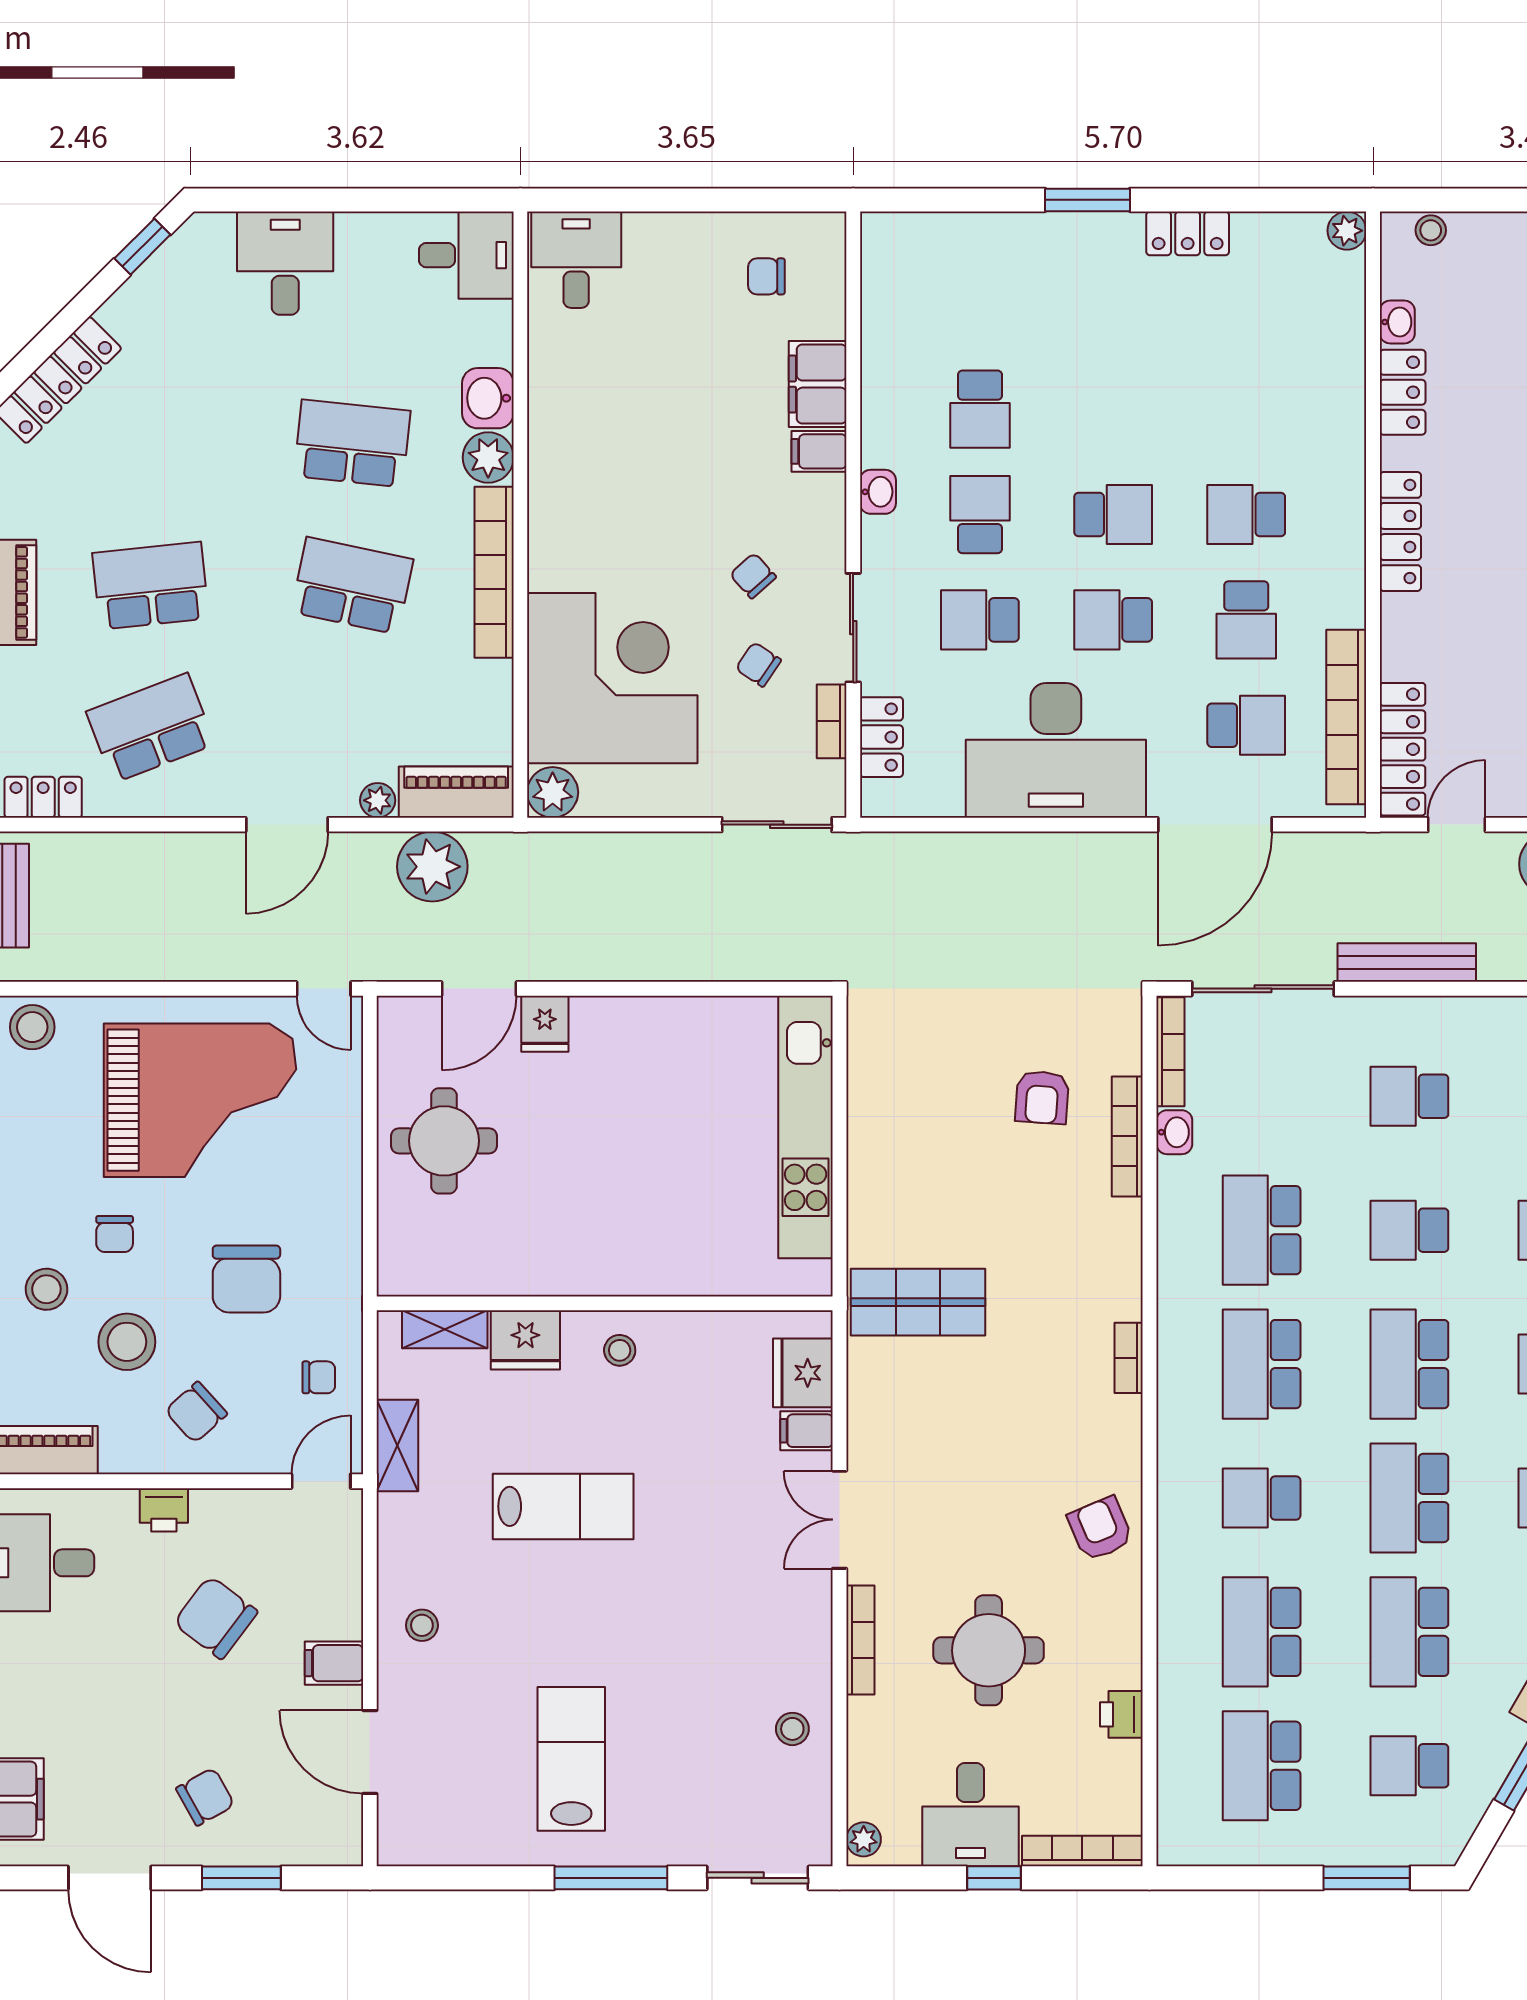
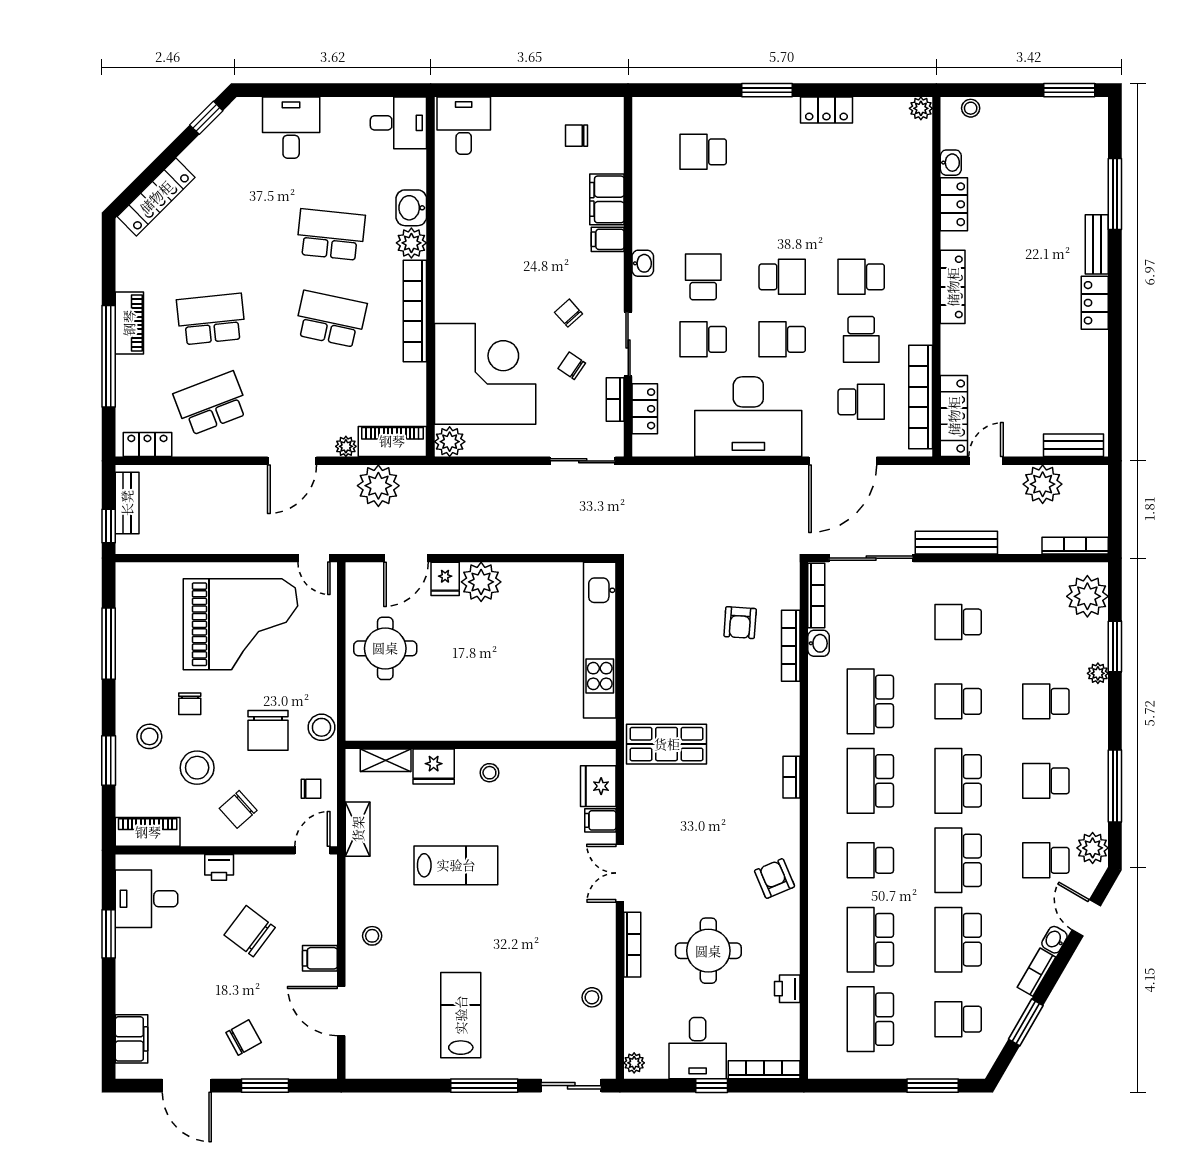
school desk: (980, 409) -> (703, 152), moved, turned 90
stool: (32, 1027) -> (321, 727), moved
plant: (605, 1029) -> (481, 582), added

